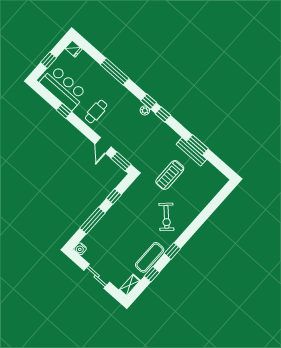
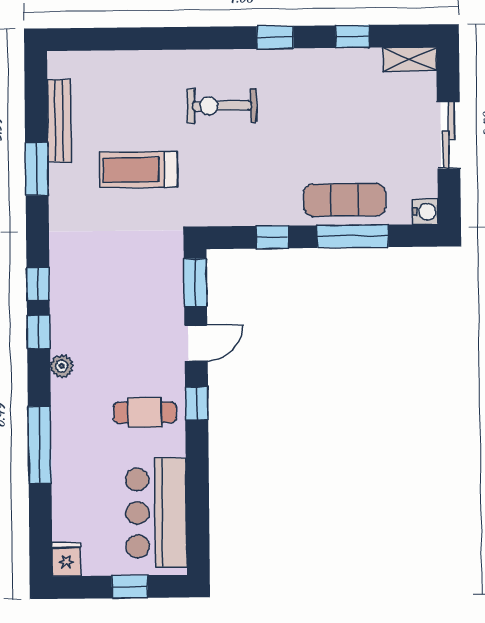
plant: (145, 110) -> (62, 366), moved
window: (64, 111) -> (197, 403), moved
bench: (191, 152) -> (59, 121), moved
treadmill: (170, 175) -> (139, 170), turned 180
exercise bike: (166, 217) -> (222, 106), turned -136
exercise mat: (150, 257) -> (345, 200), moved

